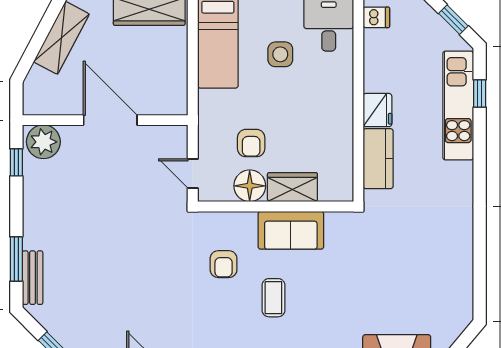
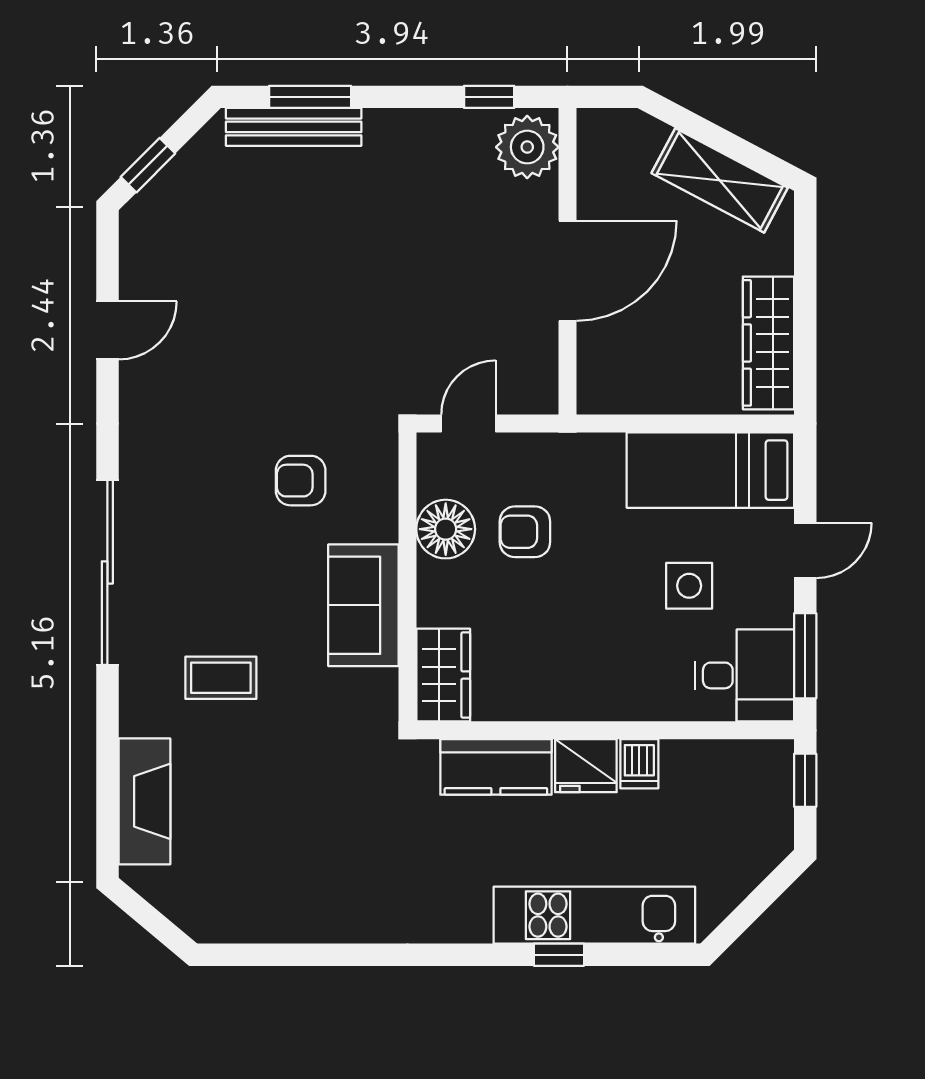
dishwasher: (376, 17) -> (639, 764), moved
window: (453, 20) -> (753, 906), removed
window: (480, 94) -> (559, 955), moved
wardrobe: (292, 187) -> (443, 675), moved
bench: (33, 278) -> (294, 127), width x1.36
coffee table: (273, 298) -> (221, 678), moved

